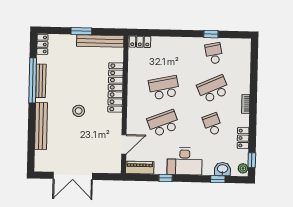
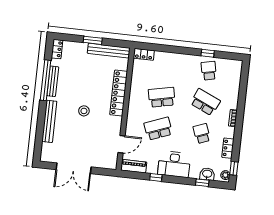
school desk: (213, 89) -> (205, 102), turned 48

